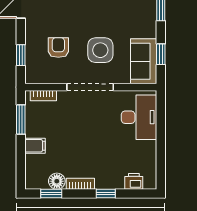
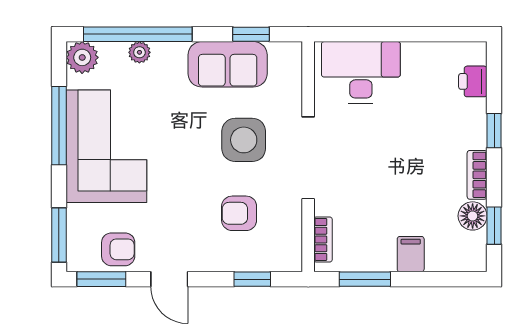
sofa: (144, 61) -> (228, 64), moved

